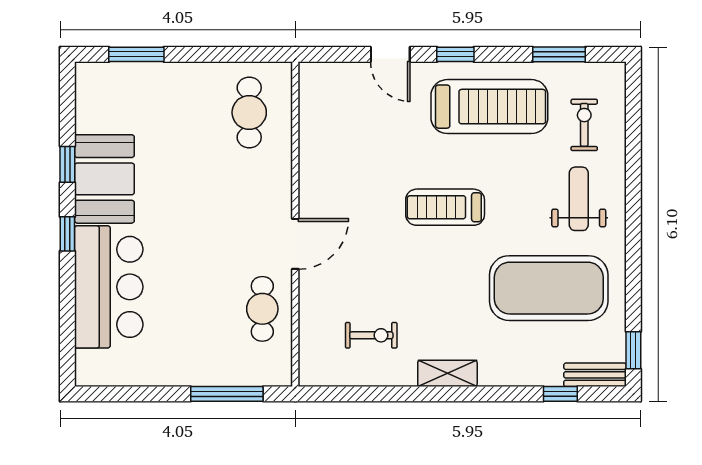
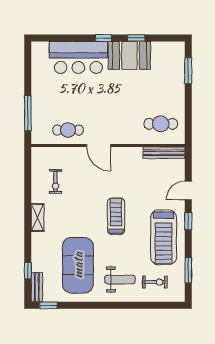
bench: (311, 106) -> (164, 153), added

